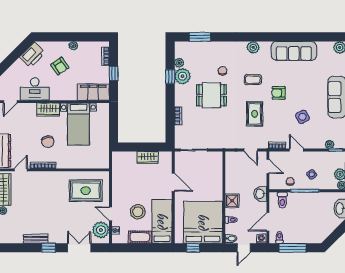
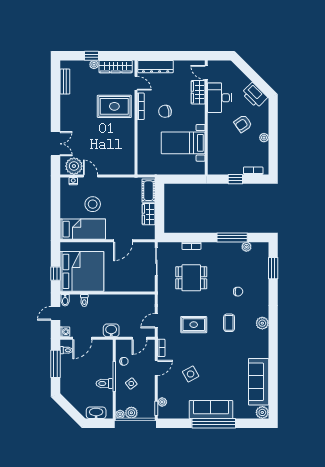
sofa: (294, 51) -> (259, 382), moved
plant: (182, 76) -> (233, 250), removed
window: (170, 77) -> (232, 237), width x2.17
filing cabinet: (93, 92) -> (216, 158), removed
armchair: (279, 93) -> (215, 349), removed
dining table: (211, 95) -> (191, 278), moved, turned 90
wardrobe: (48, 110) -> (198, 92), moved
rug: (86, 191) -> (114, 106), moved, turned 90
toilet: (282, 200) -> (105, 383), moved
shower: (232, 201) -> (104, 301), removed
door: (110, 214) -> (90, 176), hinge flipped
door: (268, 222) -> (82, 338), swing flipped
cot: (140, 237) -> (149, 191), moved
bench: (36, 239) -> (65, 82), moved
window: (49, 248) -> (55, 112), removed
window: (193, 248) -> (55, 274), moved
door: (244, 248) -> (55, 313), hinge flipped

